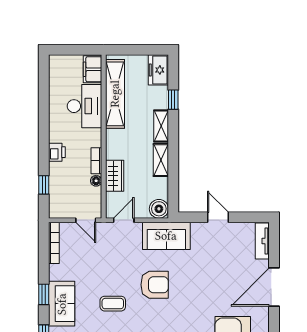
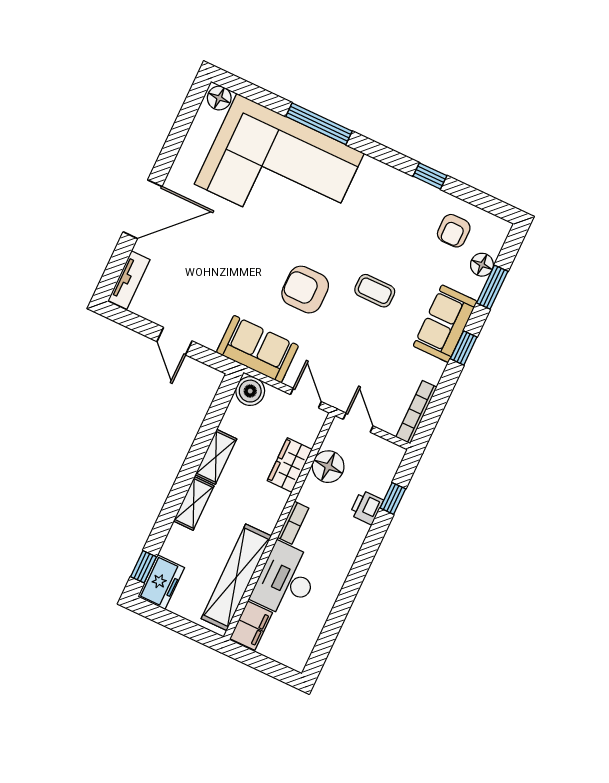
window: (173, 100) -> (143, 567), moved
printer: (57, 152) -> (366, 507), moved
bookcase: (96, 161) -> (293, 523), moved
floor lamp: (96, 181) -> (328, 467), width x1.89, depth x1.89
door: (124, 220) -> (306, 398), swing flipped

